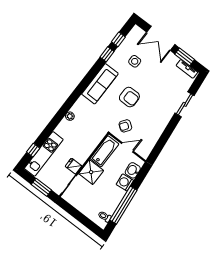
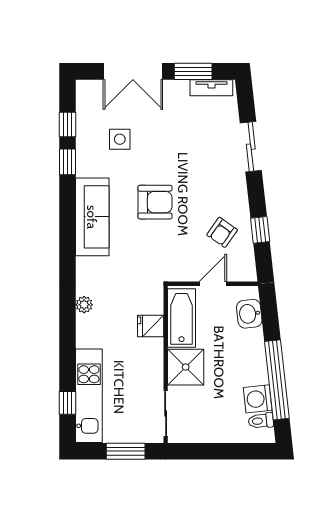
armchair: (125, 126) -> (222, 232), moved
window: (163, 140) -> (260, 230), added
fridge: (73, 166) -> (151, 326), moved
washing machine: (125, 182) -> (258, 399), moved

